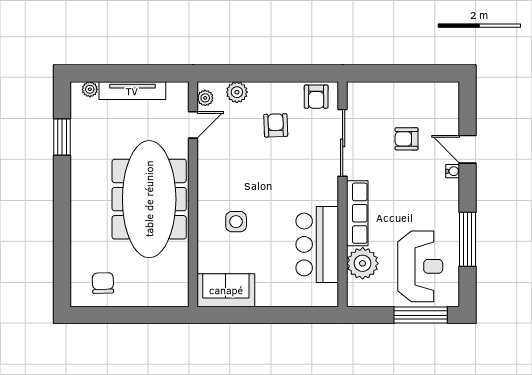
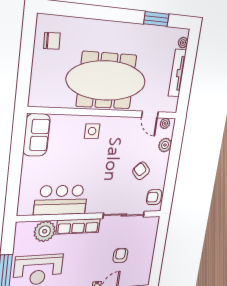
armchair: (276, 125) -> (141, 171), turned -131
side table: (236, 222) -> (92, 131), moved

